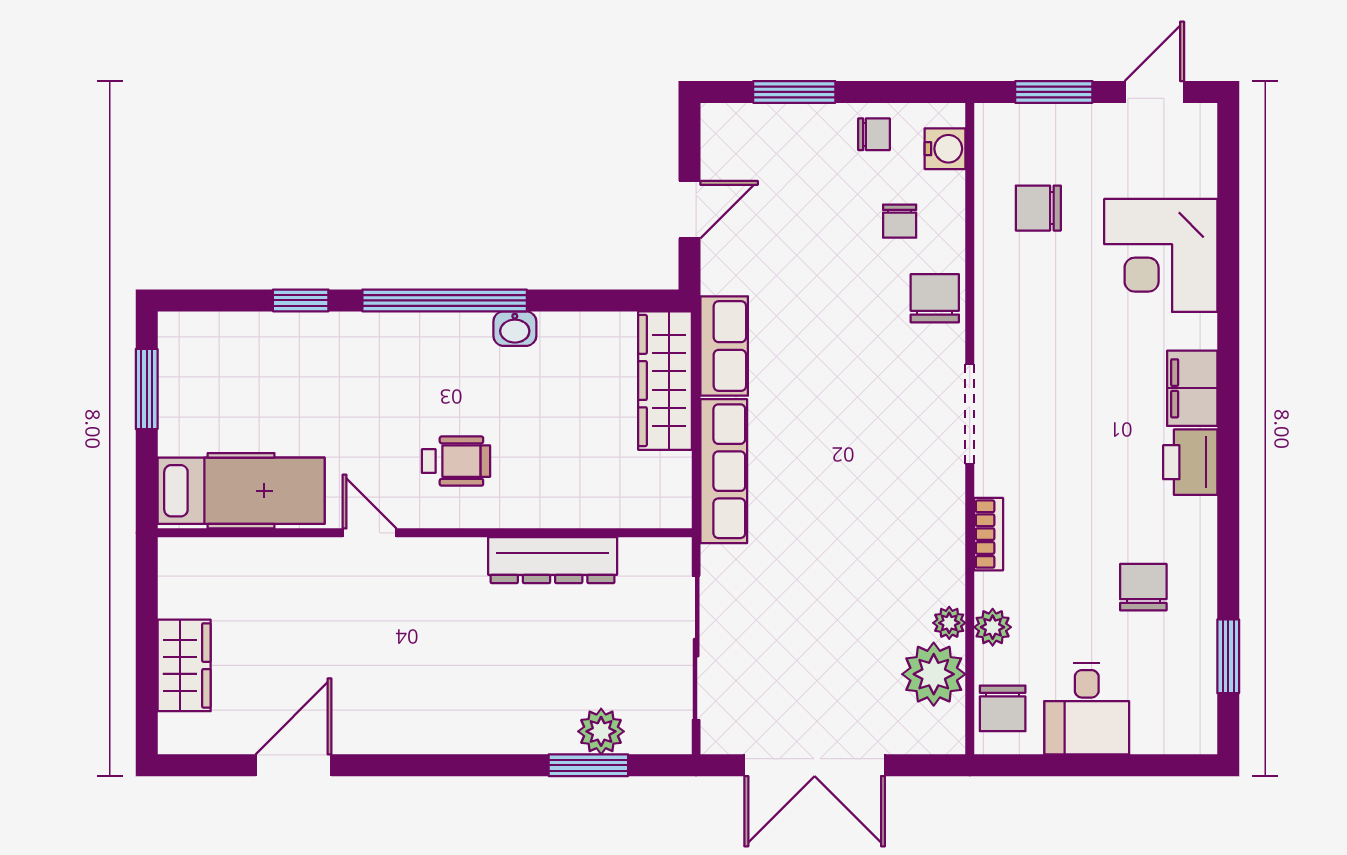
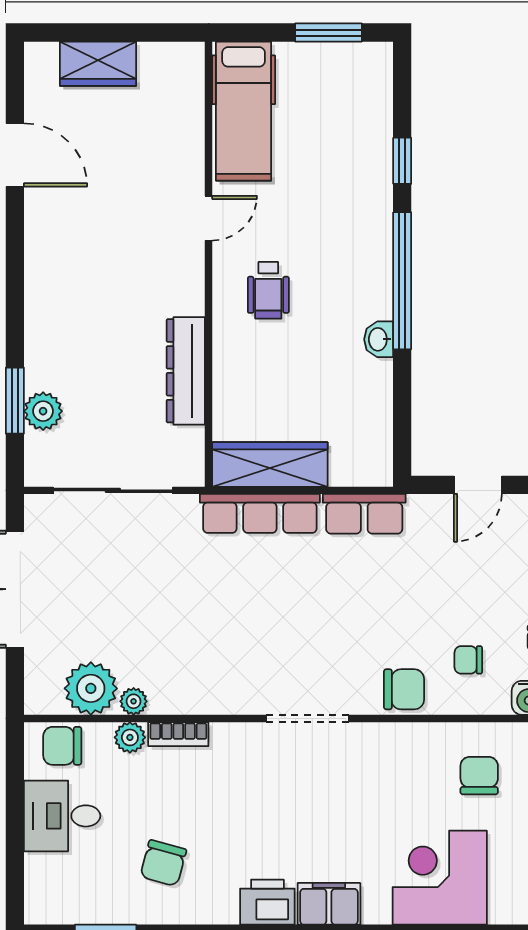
door: (690, 210) -> (478, 485), hinge flipped
wardrobe: (665, 381) -> (270, 464), moved
bookcase: (989, 534) -> (178, 734), moved
chair: (1143, 587) -> (163, 863), turned 105

